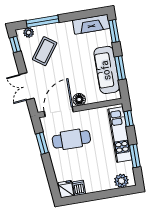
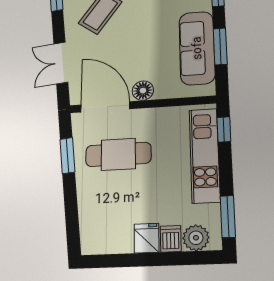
door: (59, 112) -> (105, 107), hinge flipped
window: (135, 156) -> (228, 216), moved
dishwasher: (79, 188) -> (171, 239), moved
fridge: (66, 189) -> (147, 238), moved

